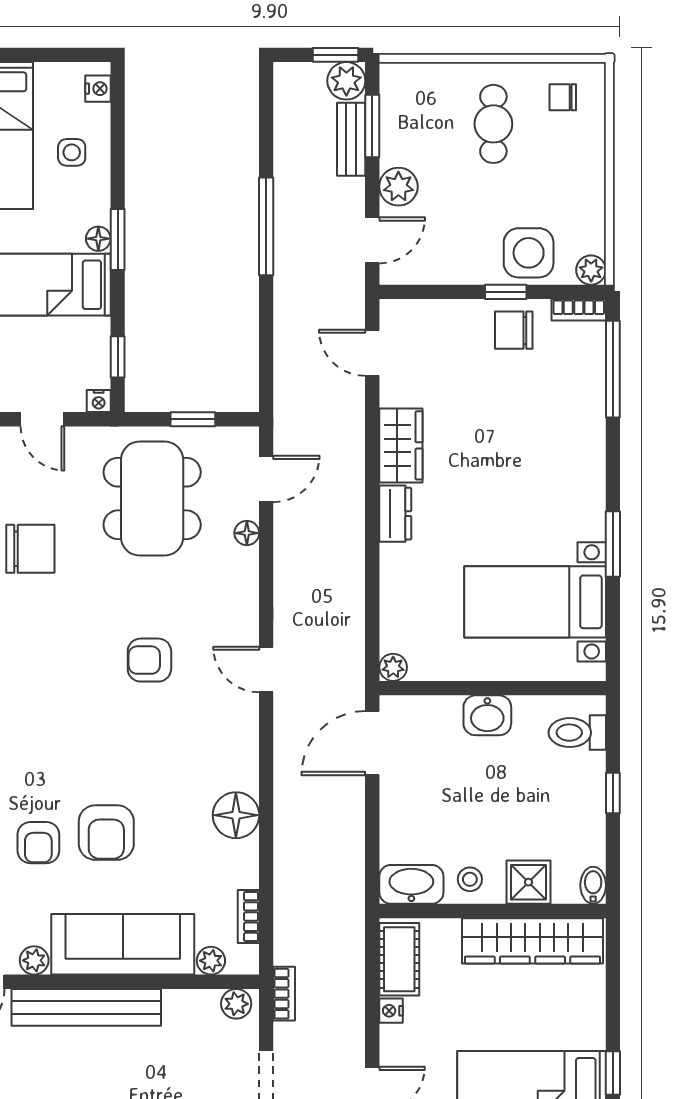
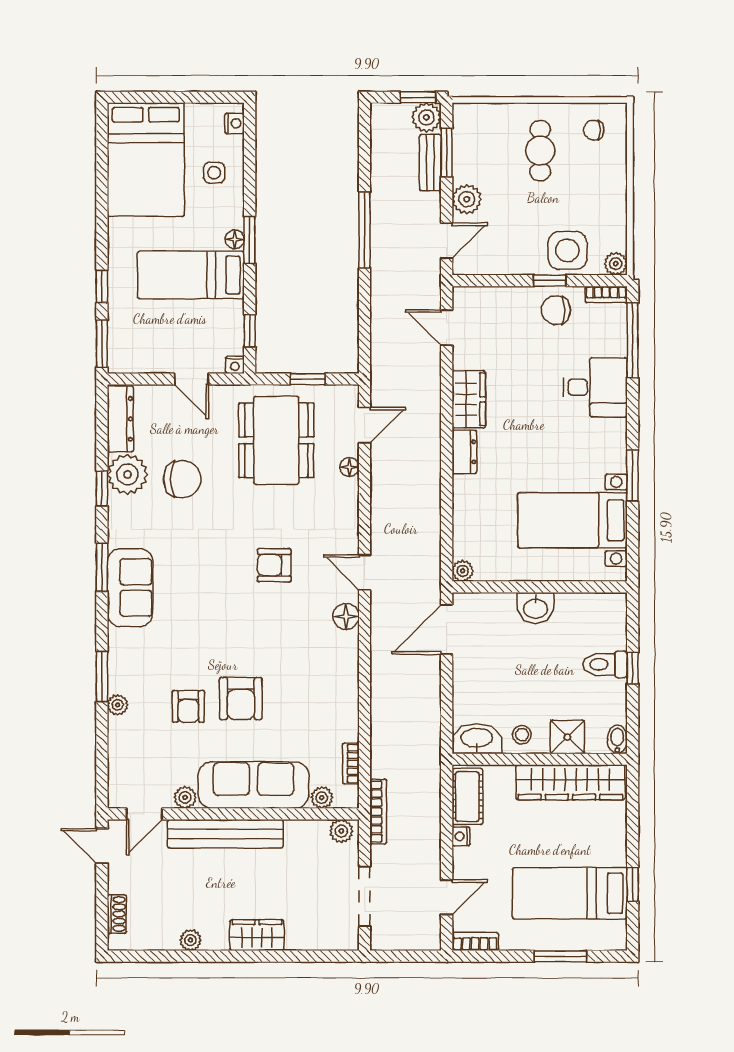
desk: (564, 430) -> (595, 387), added
toilet: (577, 733) -> (605, 664), moved
floor lamp: (236, 815) -> (346, 616), moved, width x0.73, depth x0.73
bookcase: (284, 994) -> (378, 811), width x1.56

